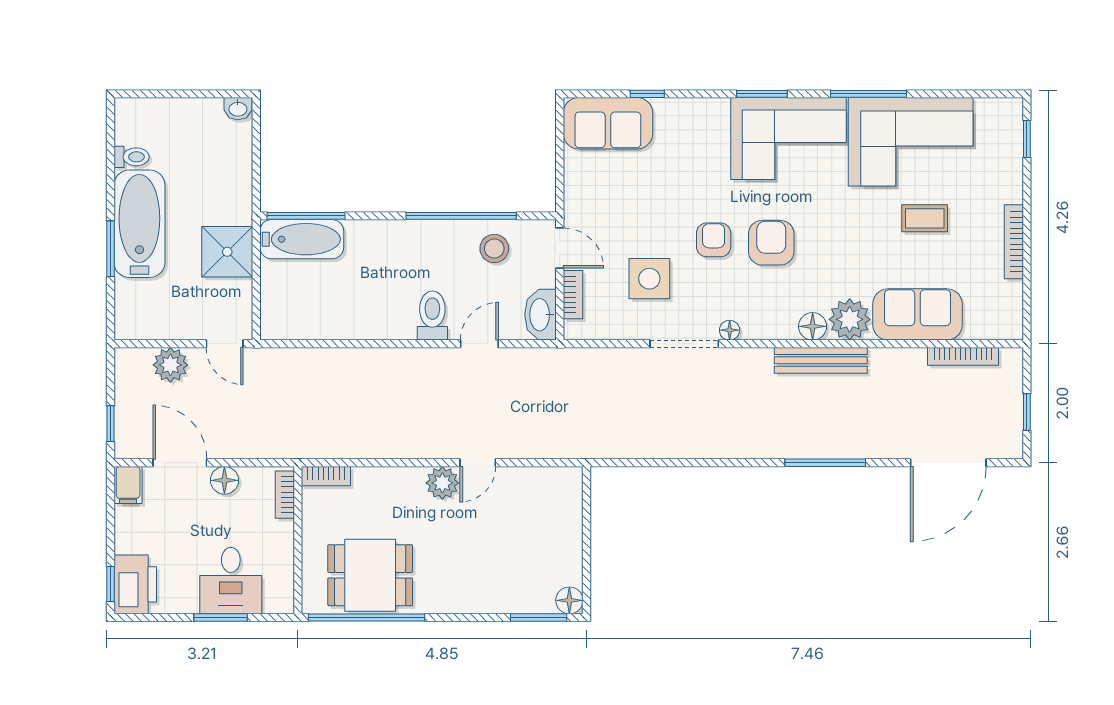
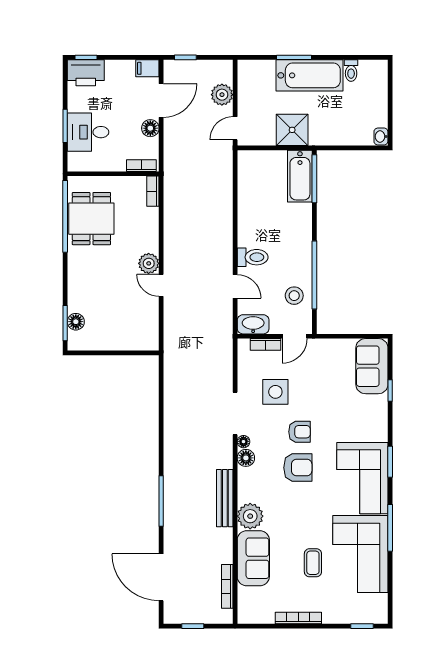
floor lamp: (813, 326) -> (246, 458), moved
floor lamp: (569, 600) -> (76, 322), moved

